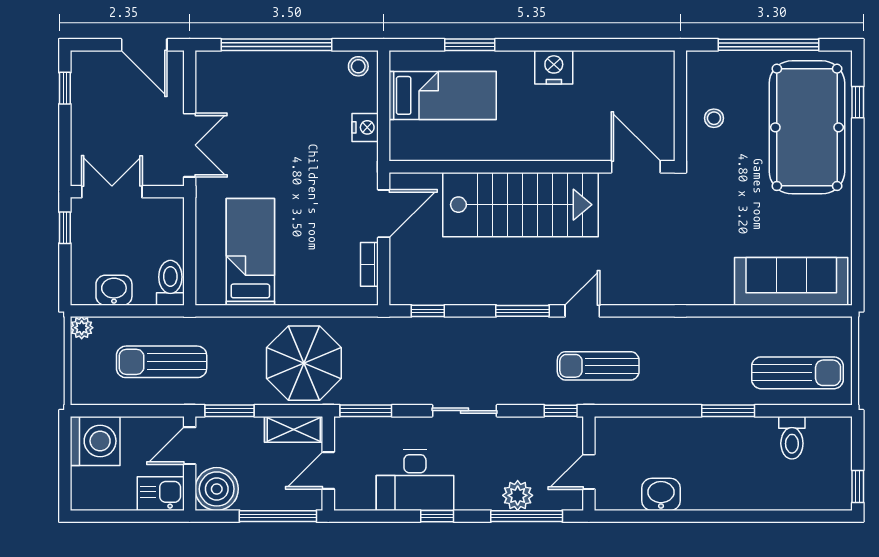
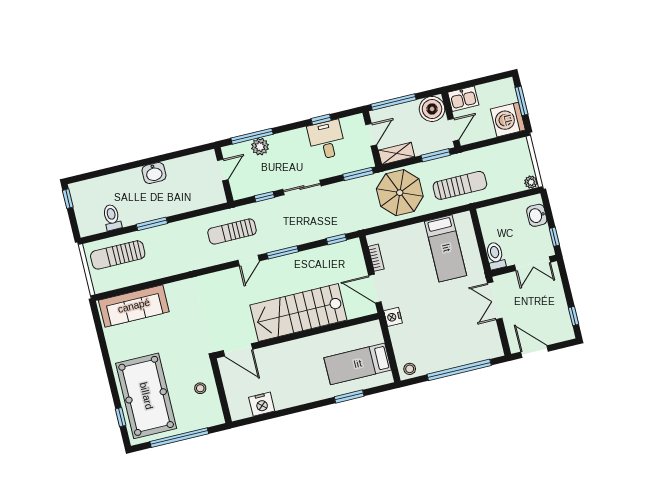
nightstand: (554, 67) -> (262, 404), moved
nightstand: (365, 127) -> (393, 317), moved
door: (384, 214) -> (375, 289), hinge flipped
toilet: (170, 283) -> (495, 256), moved, turned 180
washbasin: (114, 290) -> (537, 215), moved, turned 90
sun lounger: (162, 362) -> (460, 185), moved
sun lounger: (598, 366) -> (232, 231), turned 180
window: (561, 411) -> (264, 197), moved
window: (65, 466) -> (522, 101), added
desk: (415, 480) -> (326, 140), width x0.73
washbasin: (661, 494) -> (154, 173), moved
window: (437, 516) -> (321, 119), moved

